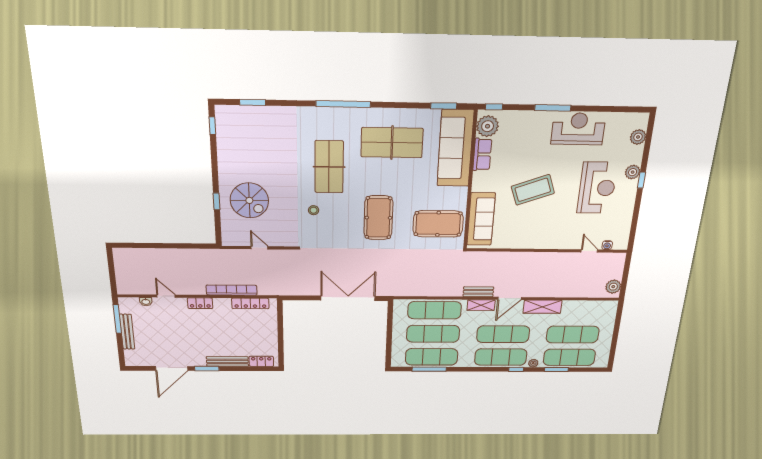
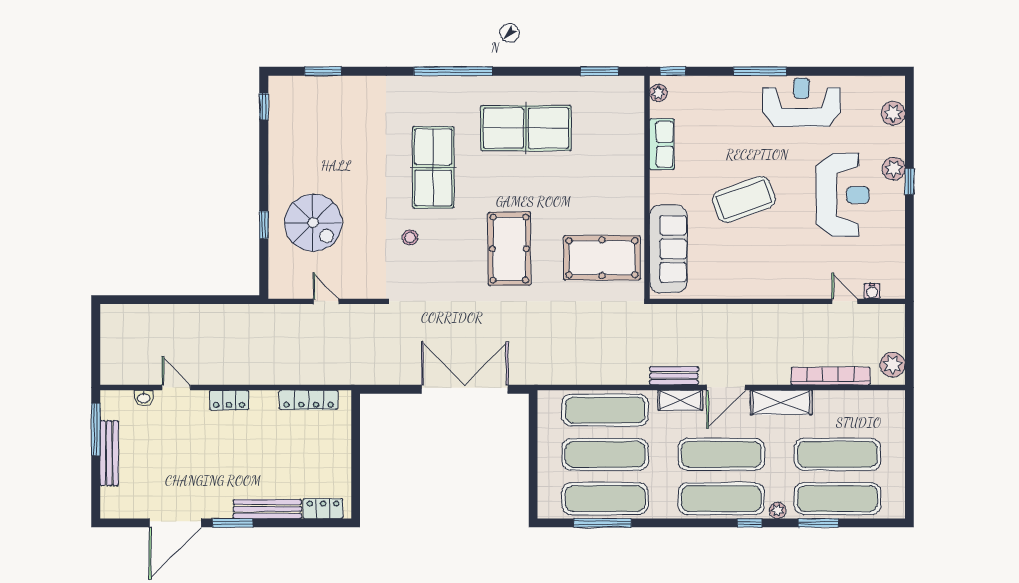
plant: (488, 126) -> (658, 93), width x0.53, depth x0.53
sofa: (455, 148) -> (621, 135), removed
bookcase: (232, 290) -> (831, 376), moved

